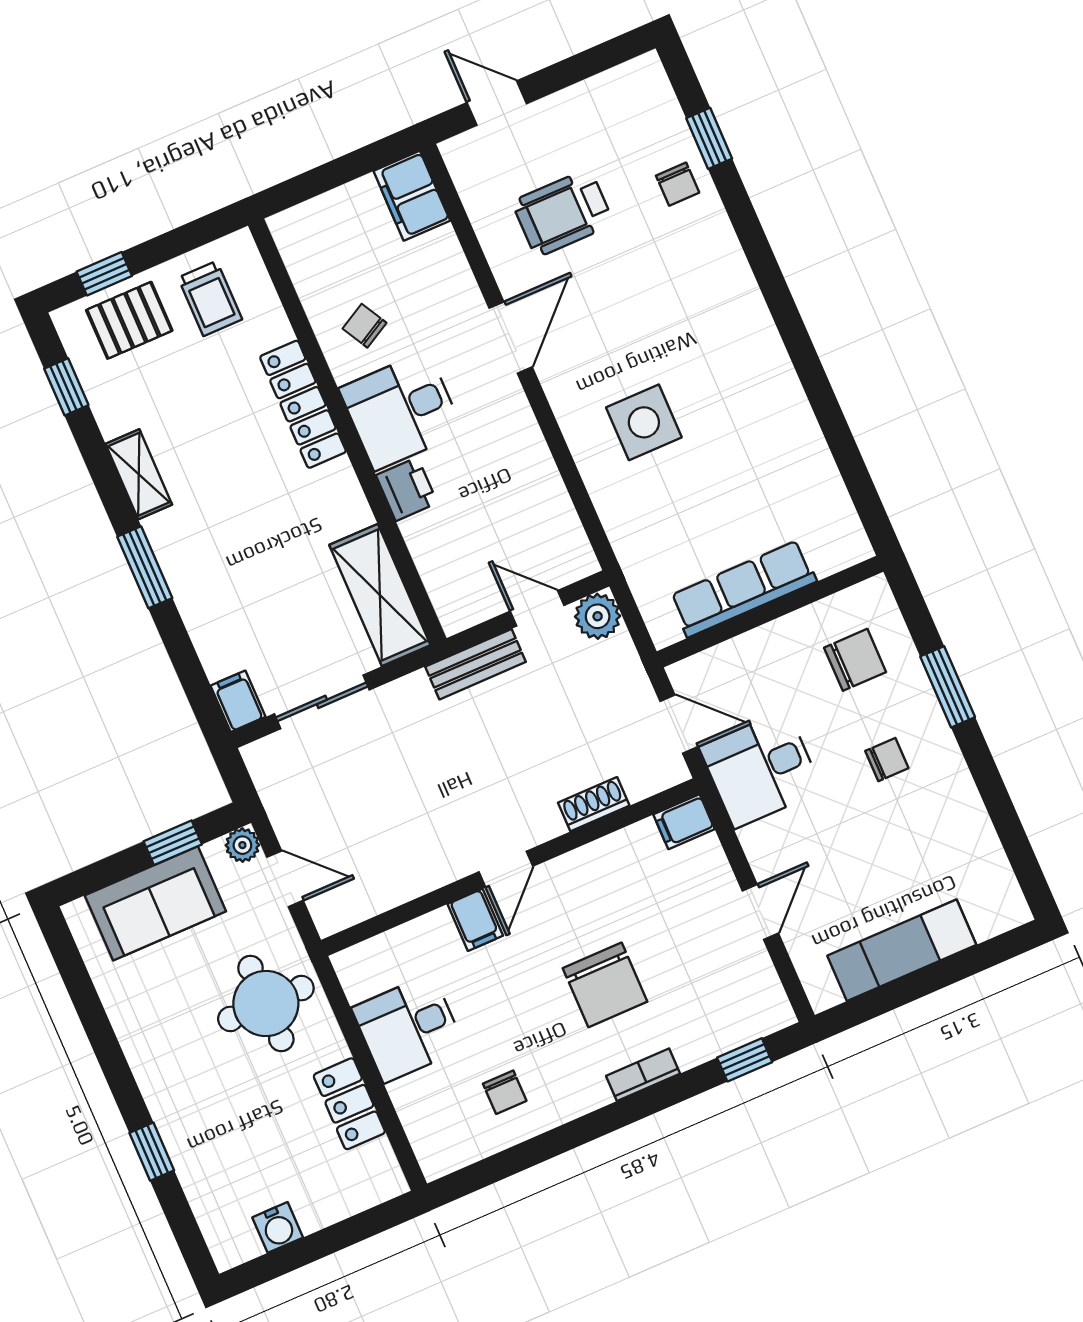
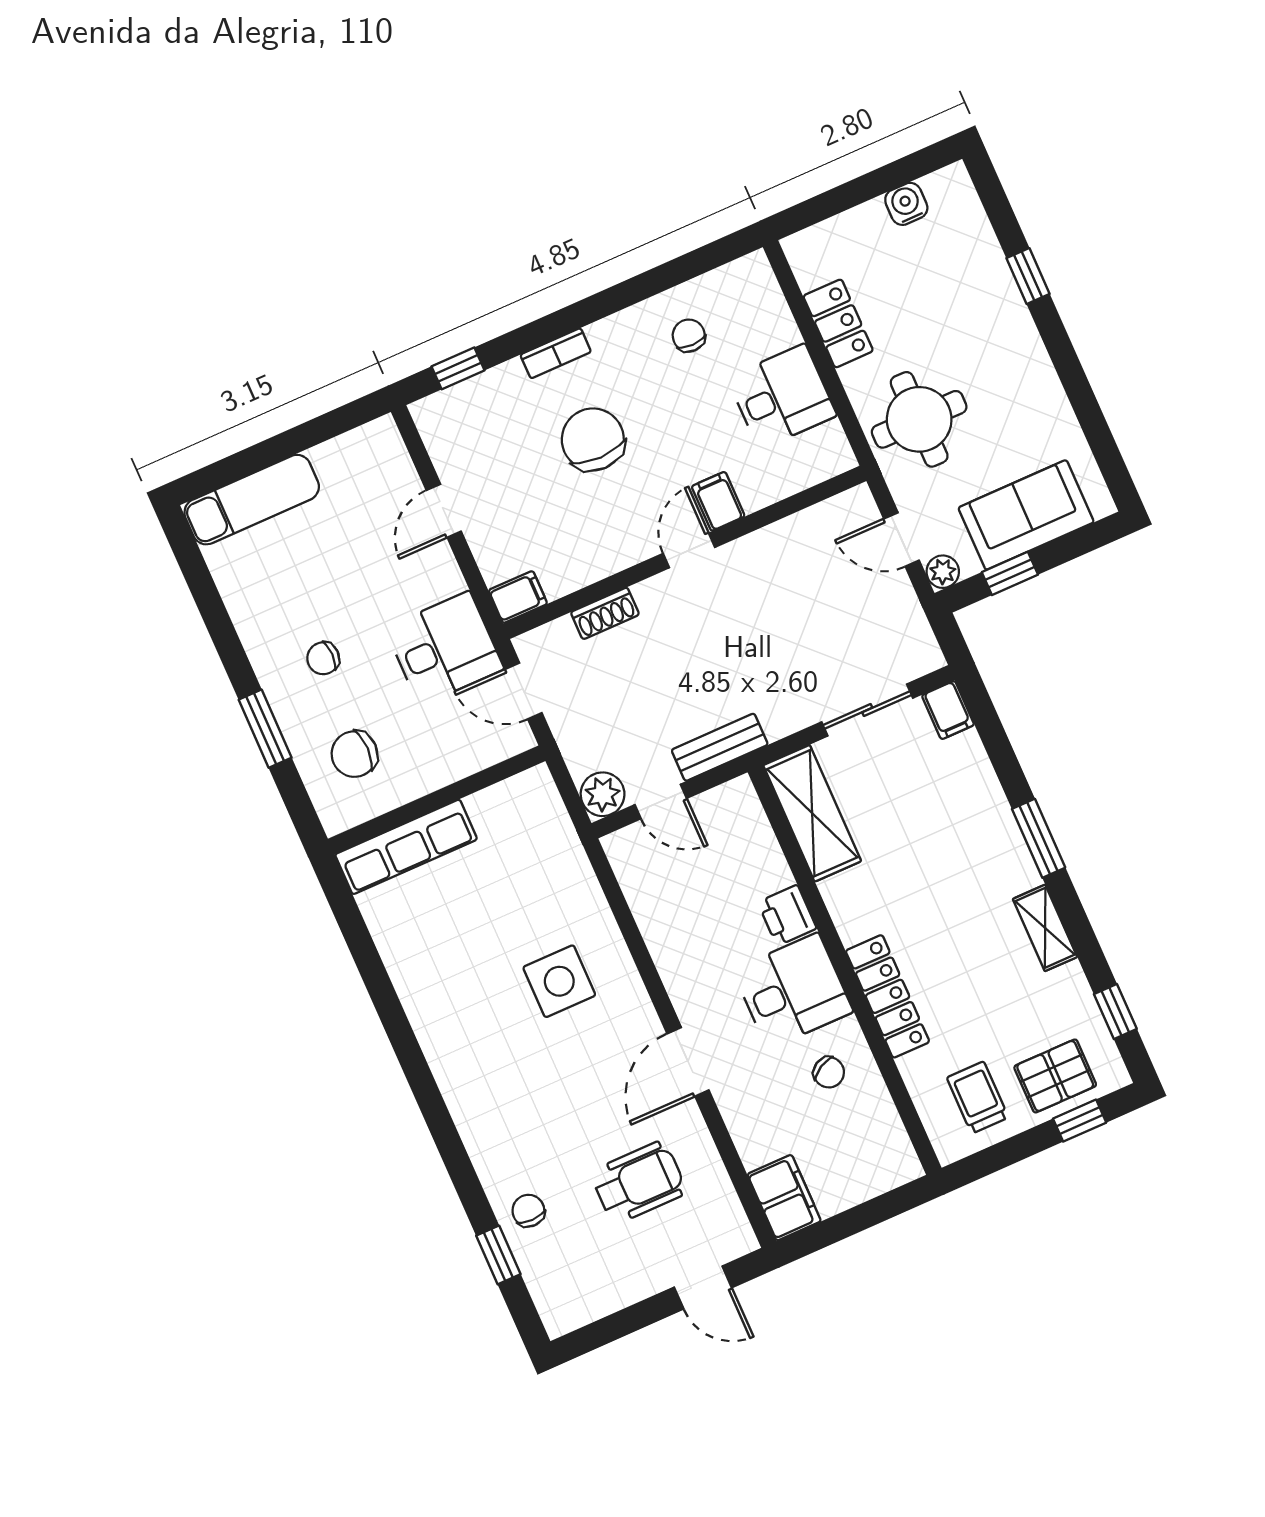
row of seats: (743, 589) -> (406, 847), moved
exam couch: (902, 950) -> (252, 500), moved

